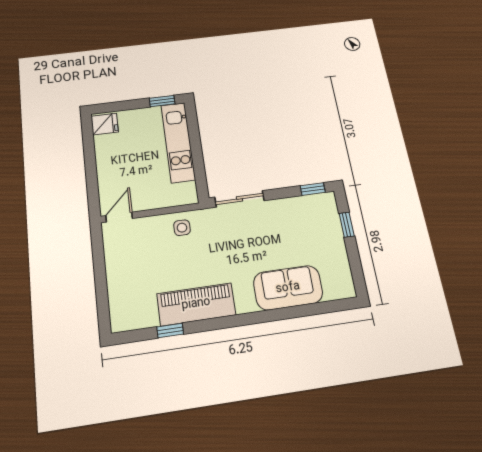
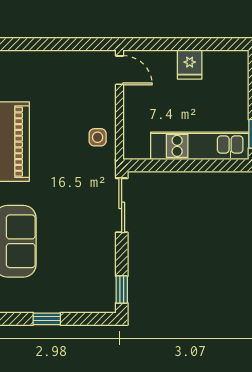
fridge: (105, 124) -> (190, 64), moved
window: (347, 225) -> (47, 319), moved

